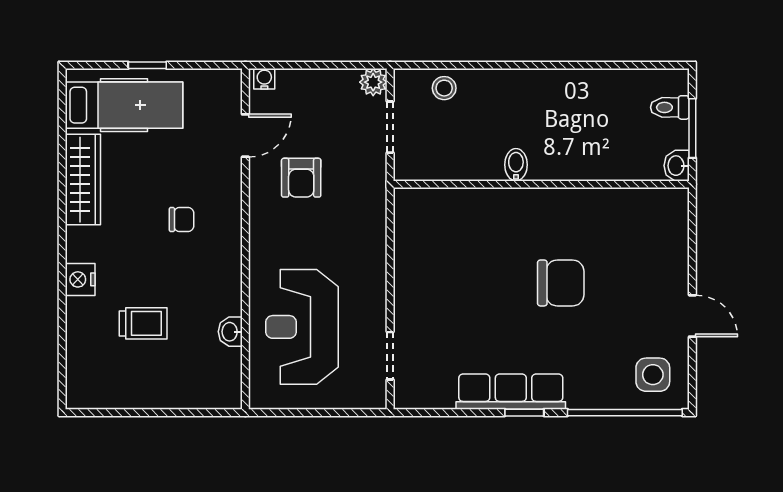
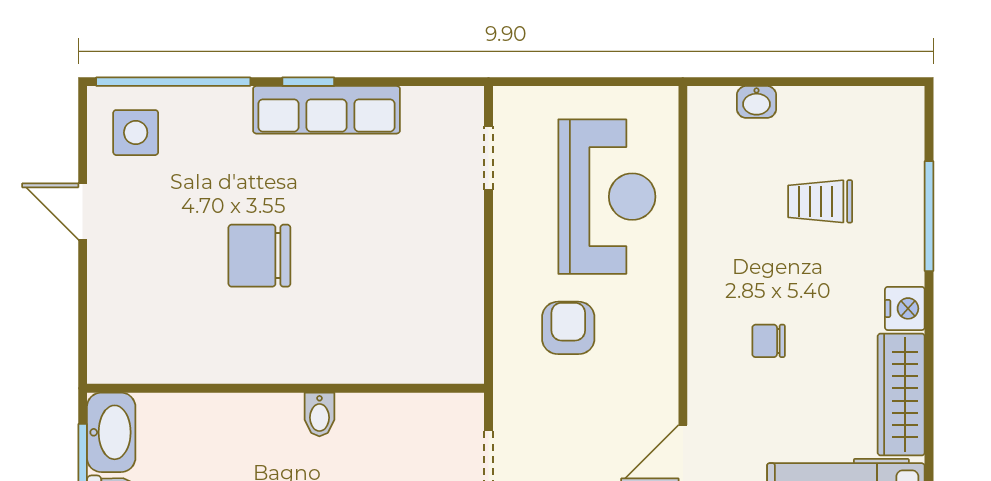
washbasin: (677, 166) -> (111, 432), width x1.91, depth x1.45
armchair: (301, 178) -> (568, 328), moved
nightstand: (80, 279) -> (905, 308), moved
window: (62, 312) -> (929, 216), added
washbasin: (230, 332) -> (756, 102), moved, turned 90

